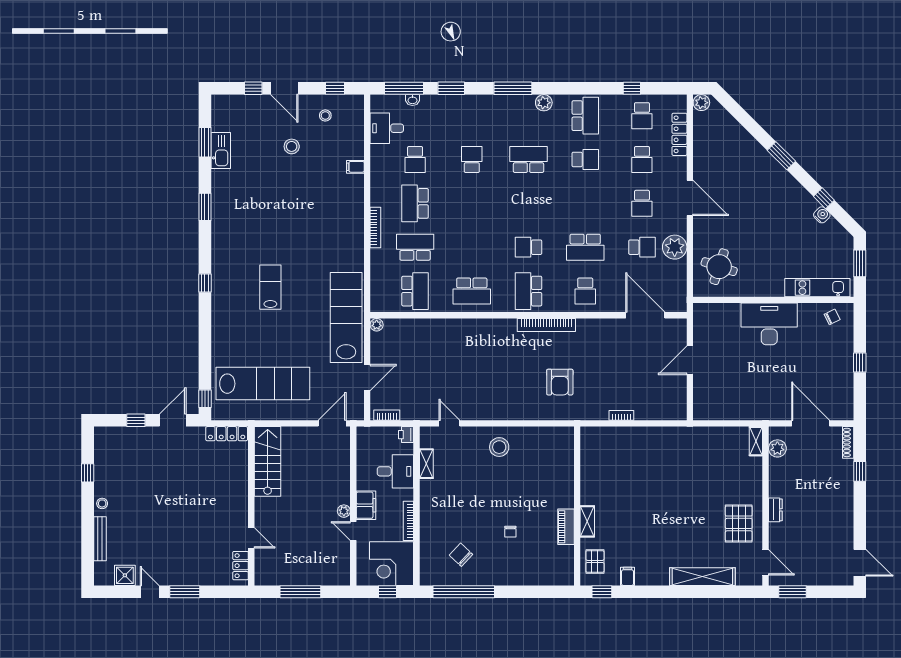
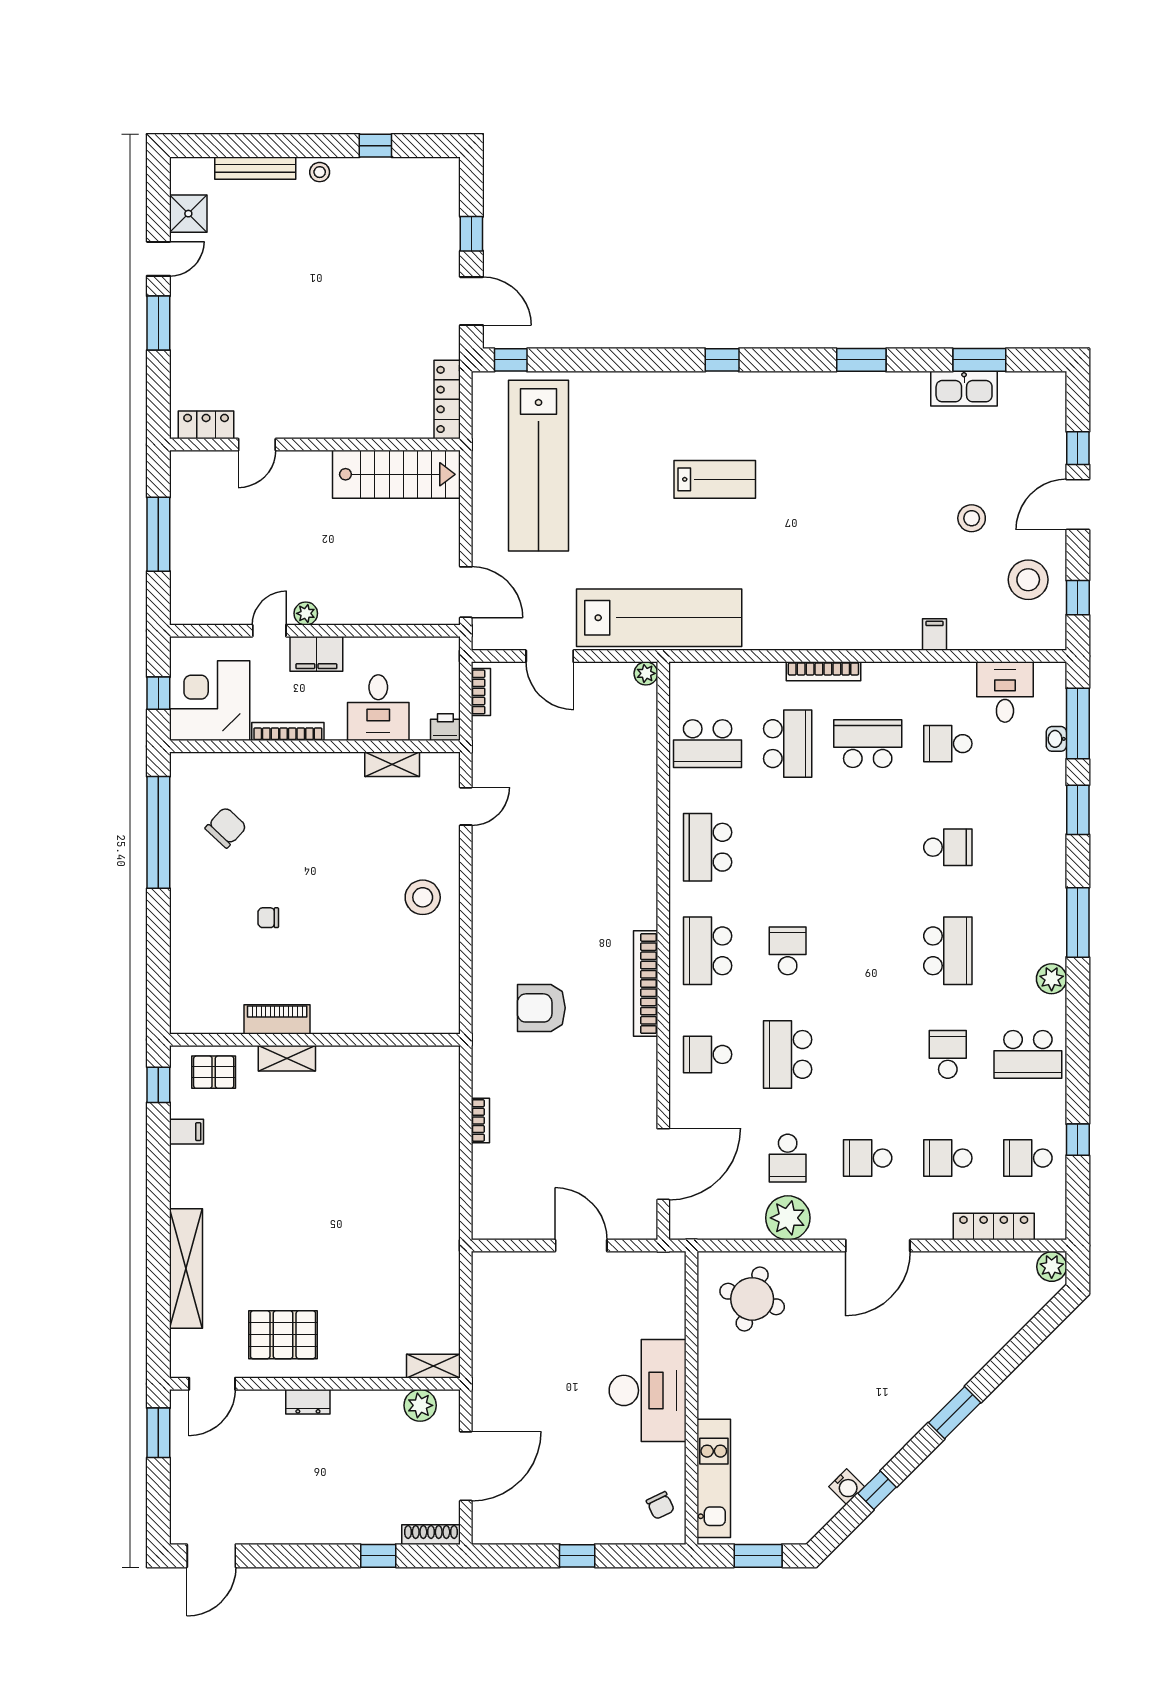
stool: (325, 115) -> (1028, 580), width x1.89, depth x1.89
school desk: (585, 159) -> (948, 1054), turned 180
school desk: (529, 291) -> (708, 951), turned -90

